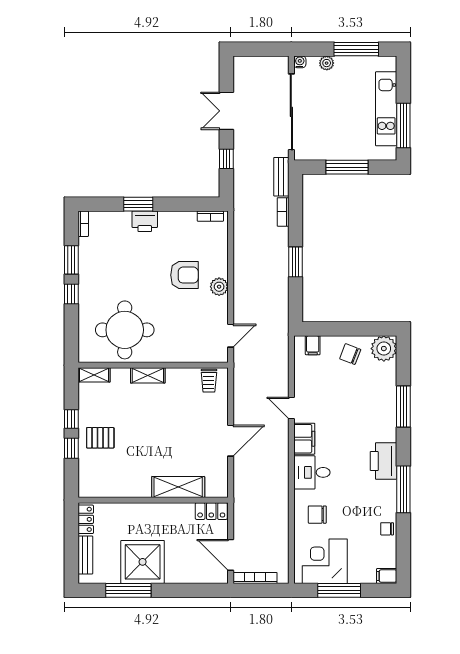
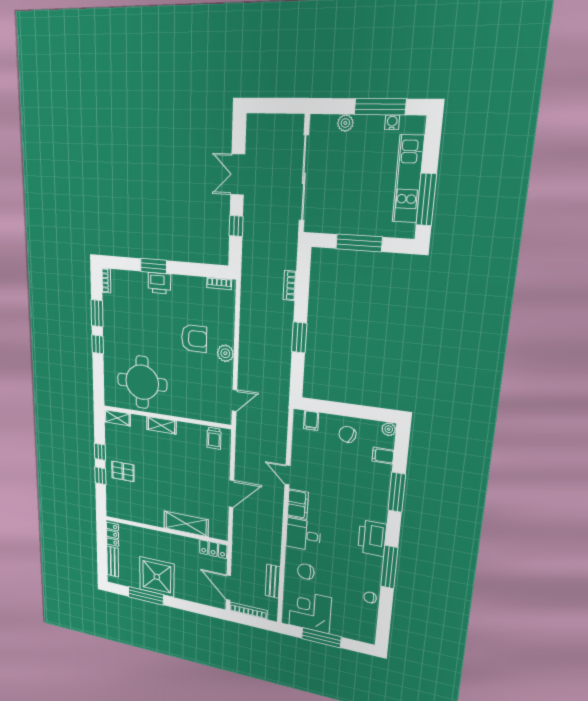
water cooler: (300, 62) -> (392, 122), moved
bench: (281, 177) -> (273, 581), moved
plant: (384, 349) -> (389, 429), width x0.53, depth x0.53
filing cabinet: (387, 576) -> (383, 456), moved

